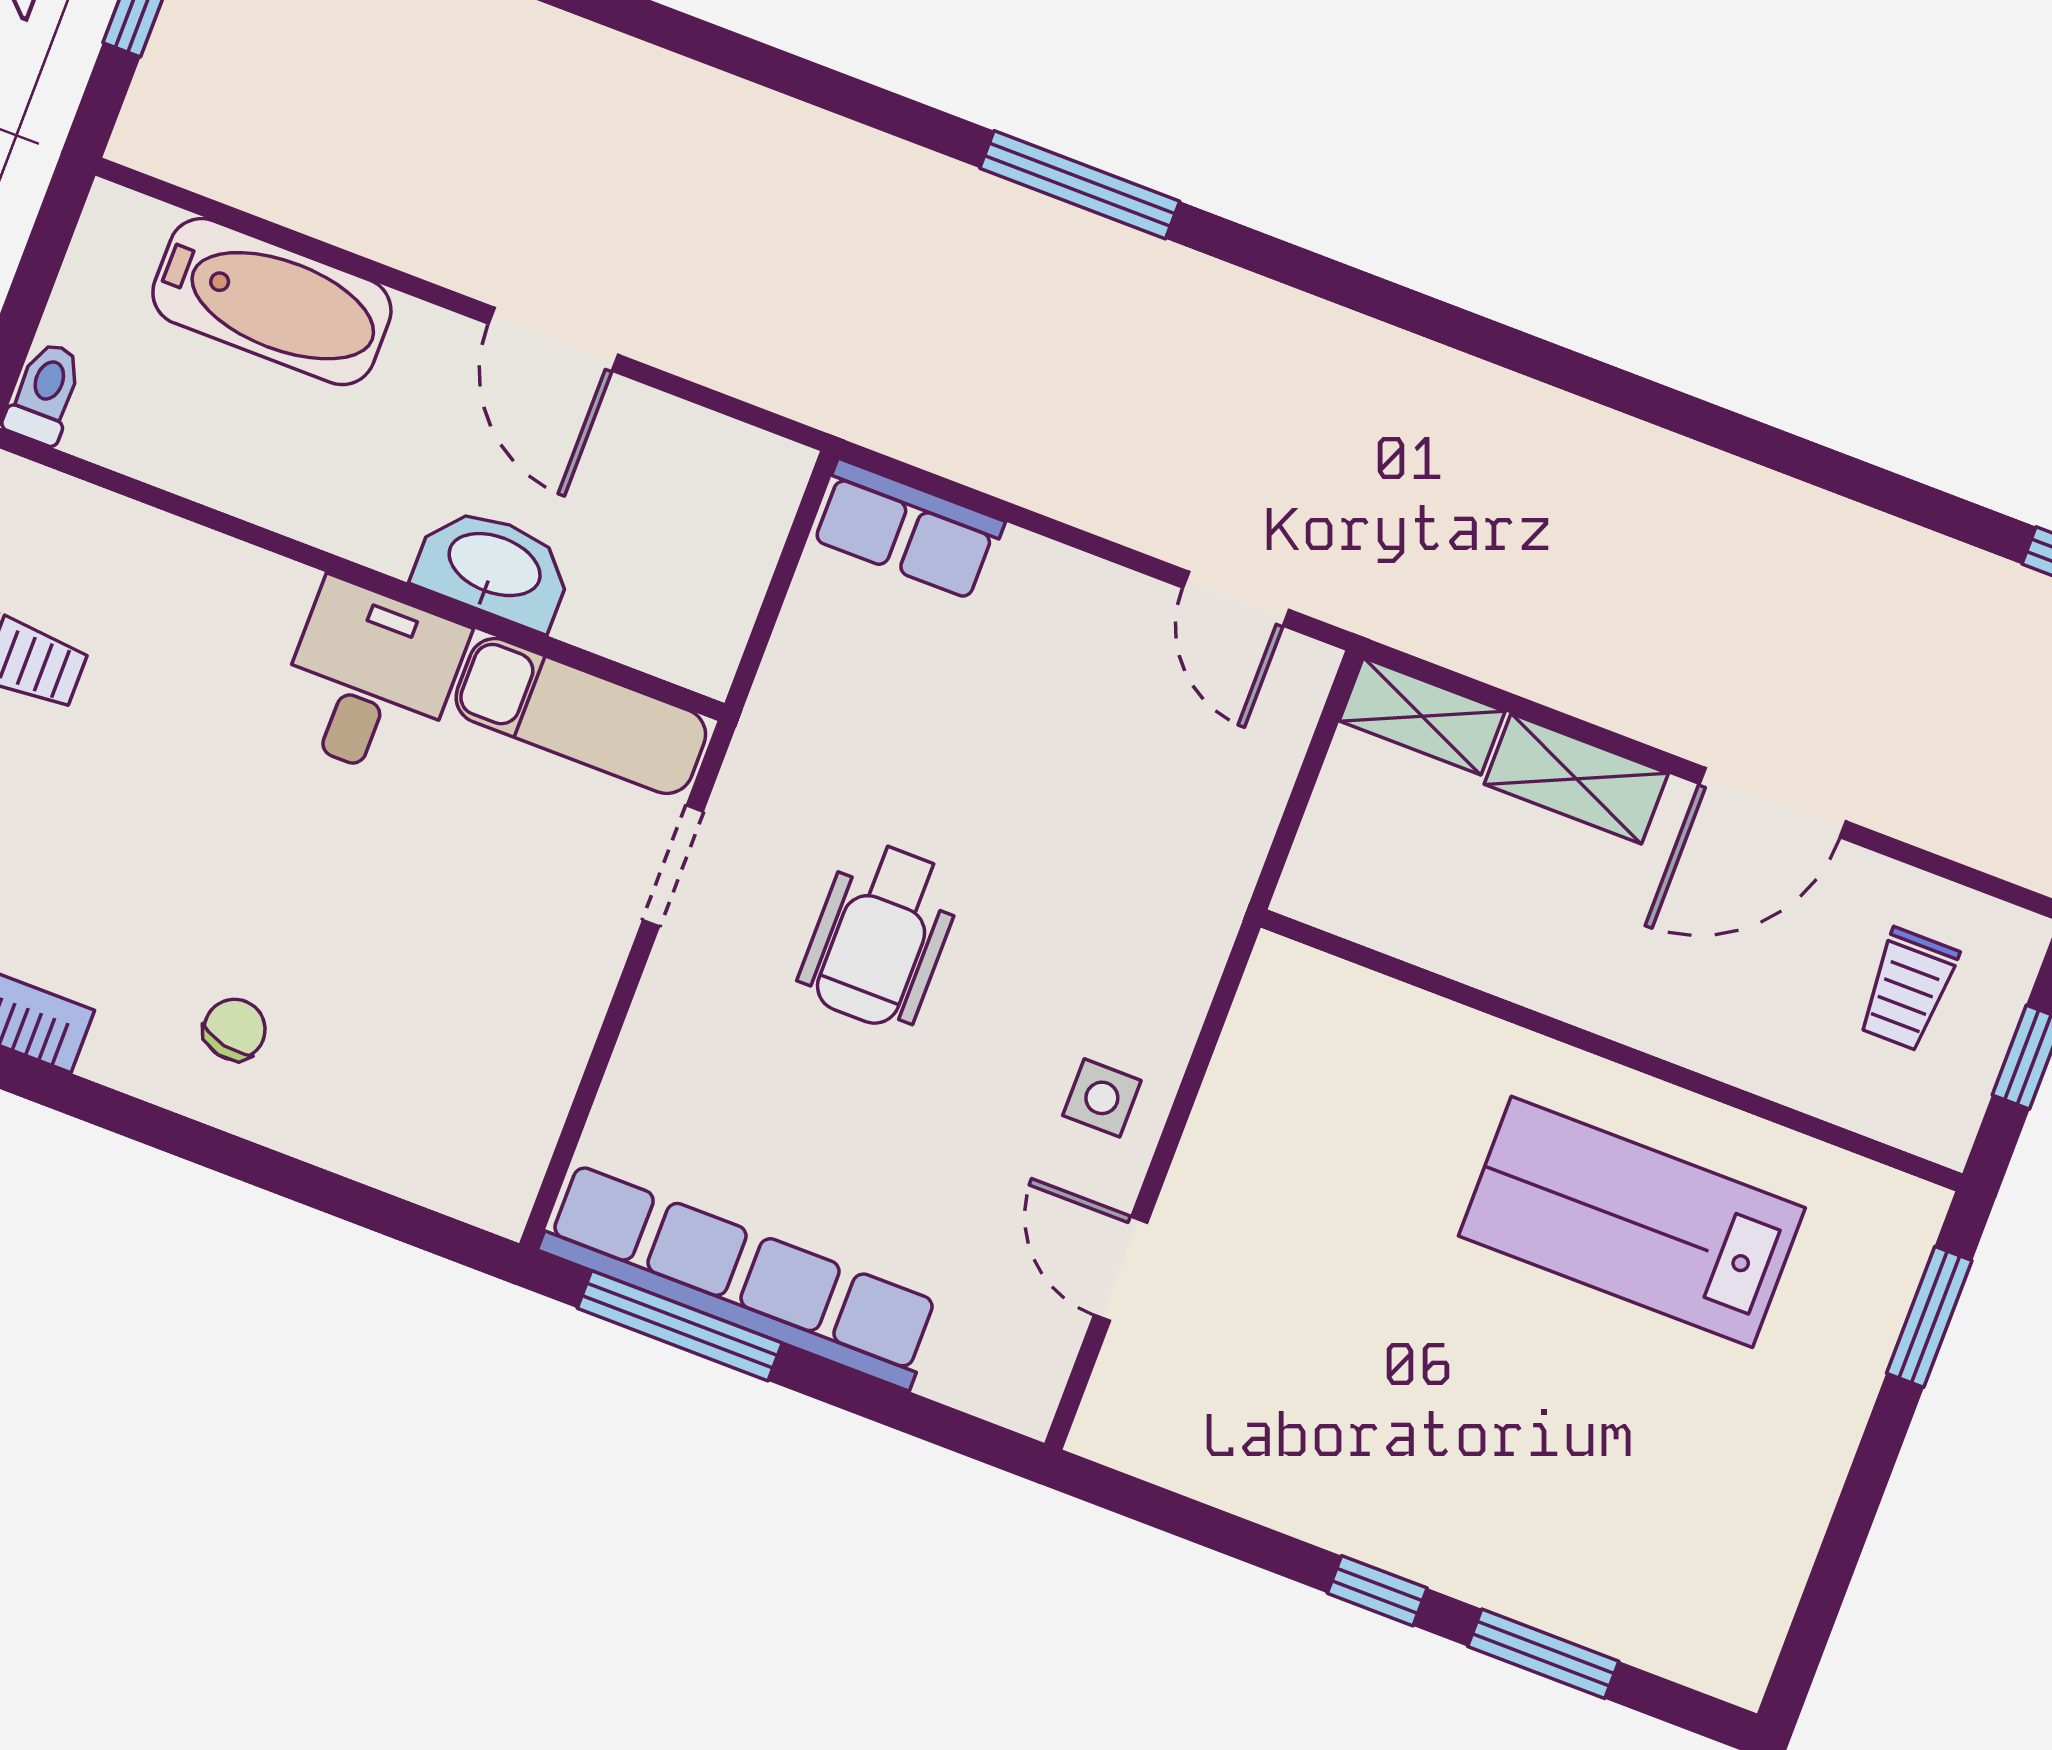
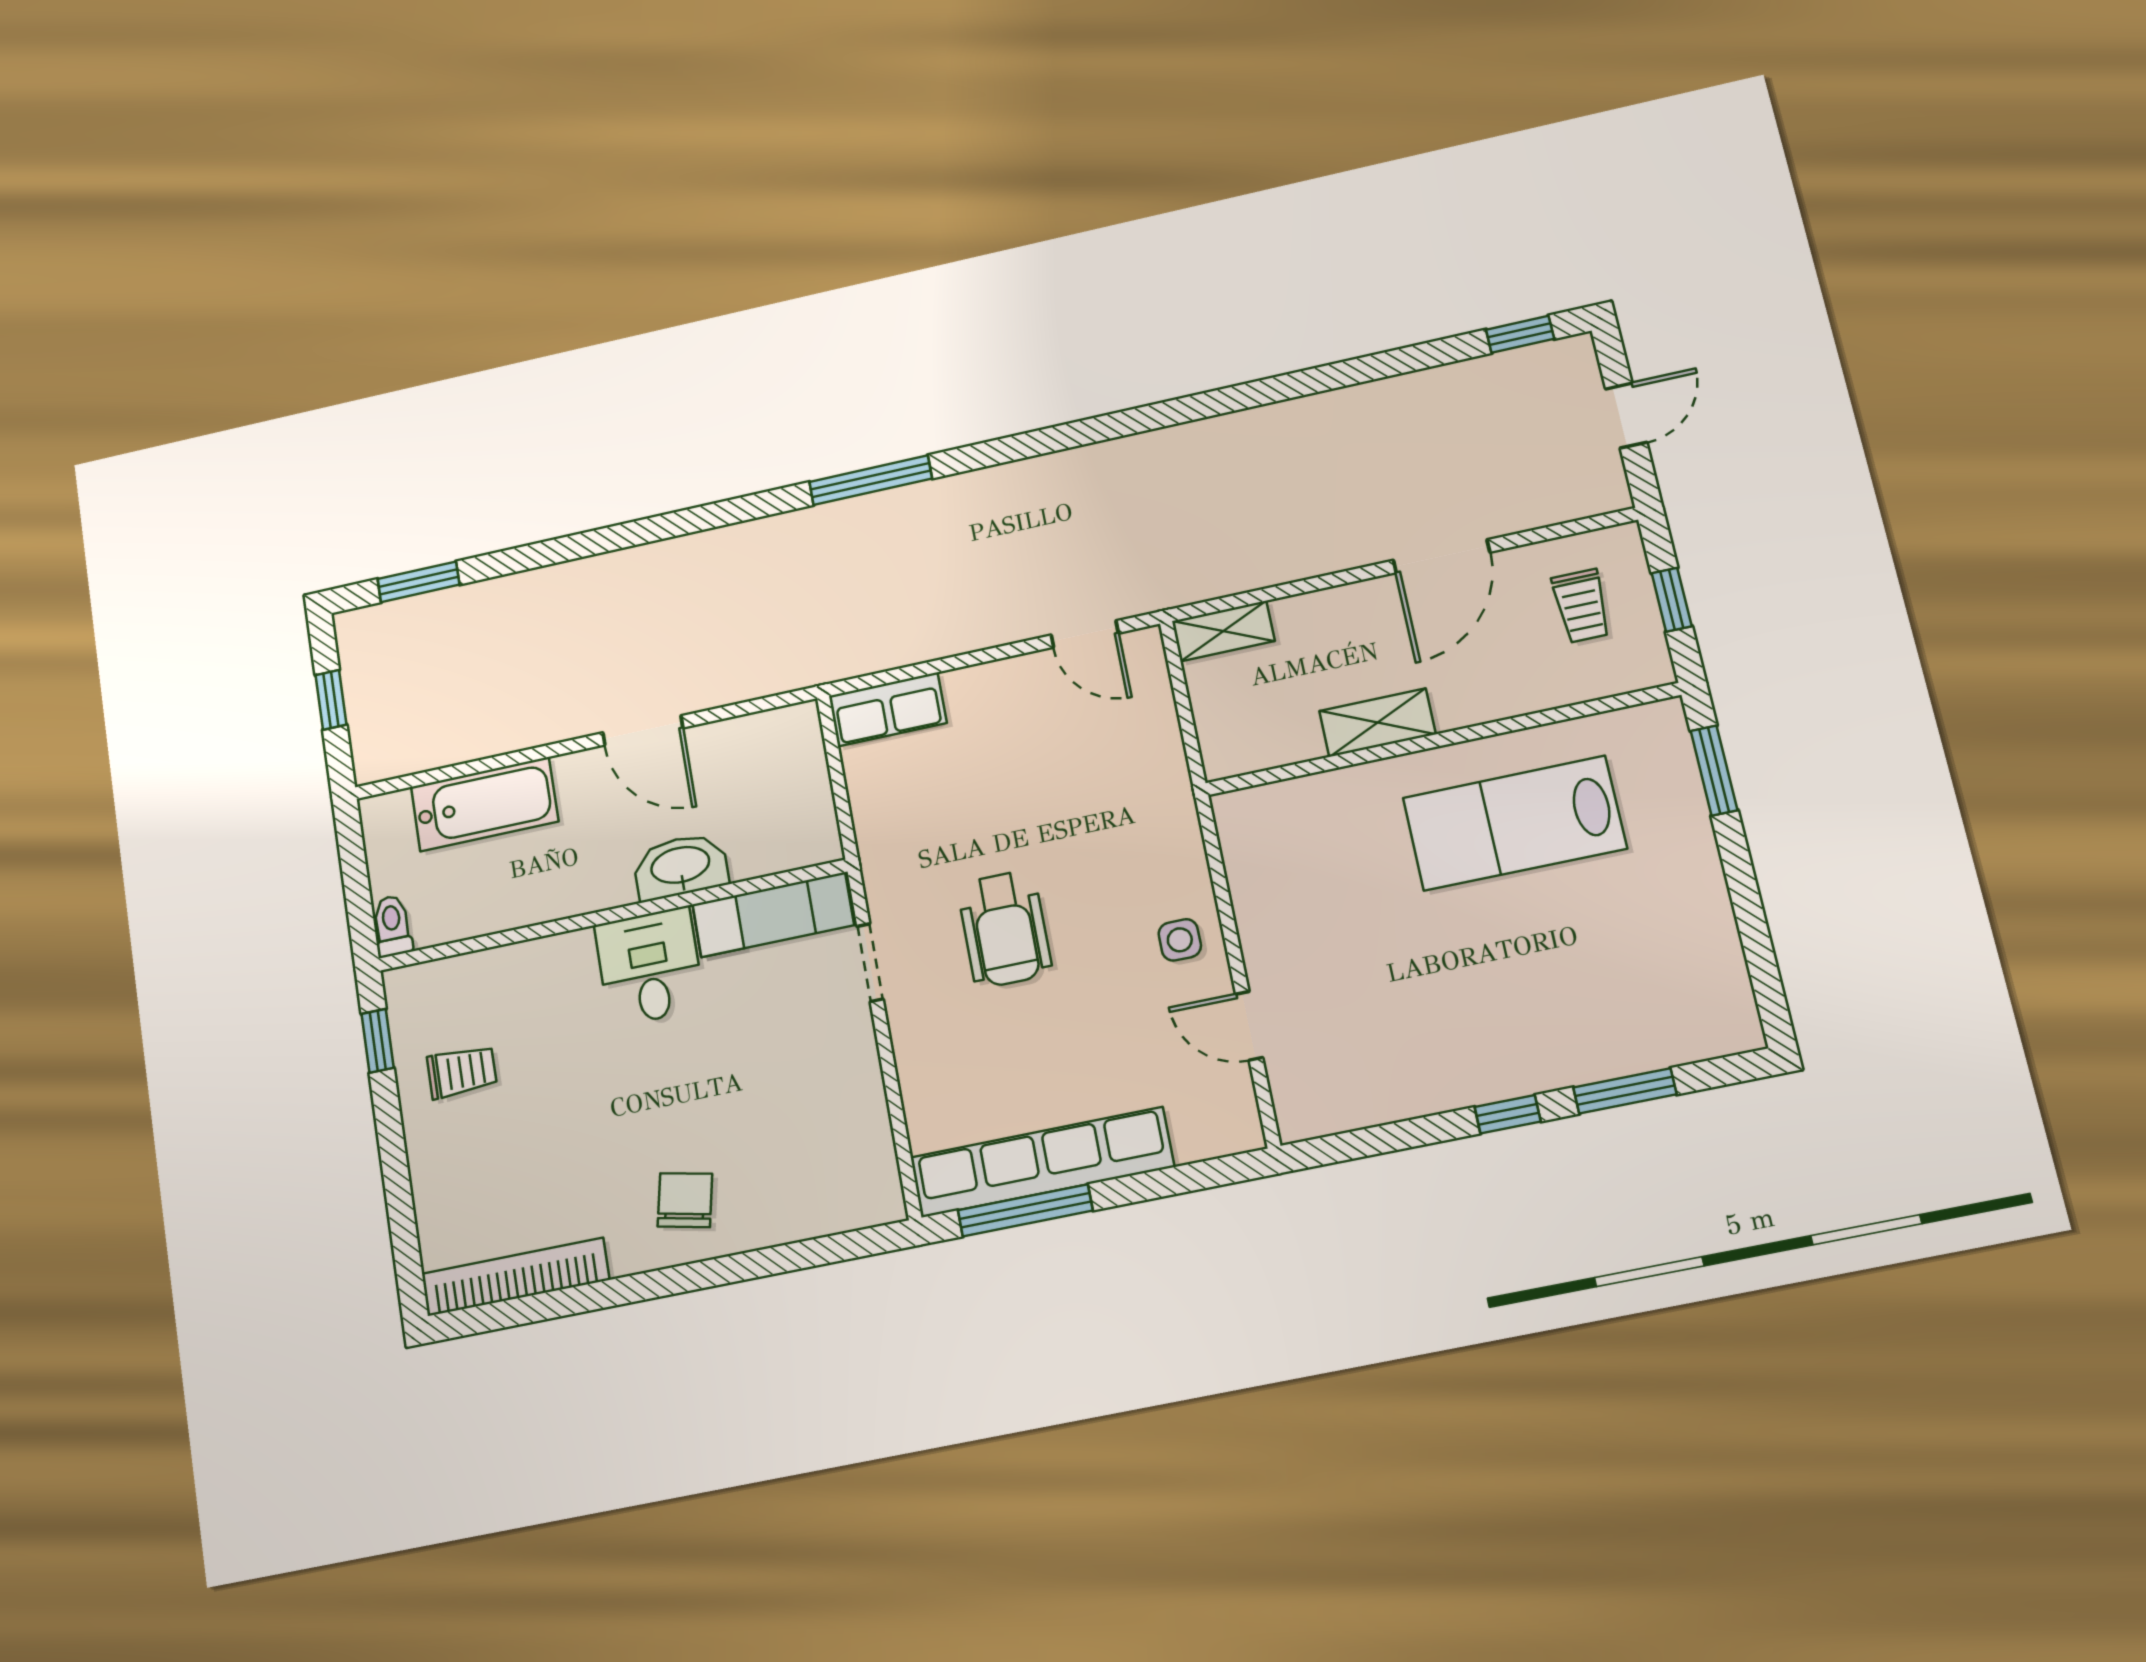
shelving: (1576, 779) -> (1377, 723), moved
chair: (235, 1029) -> (685, 1200), width x1.37, depth x1.37

